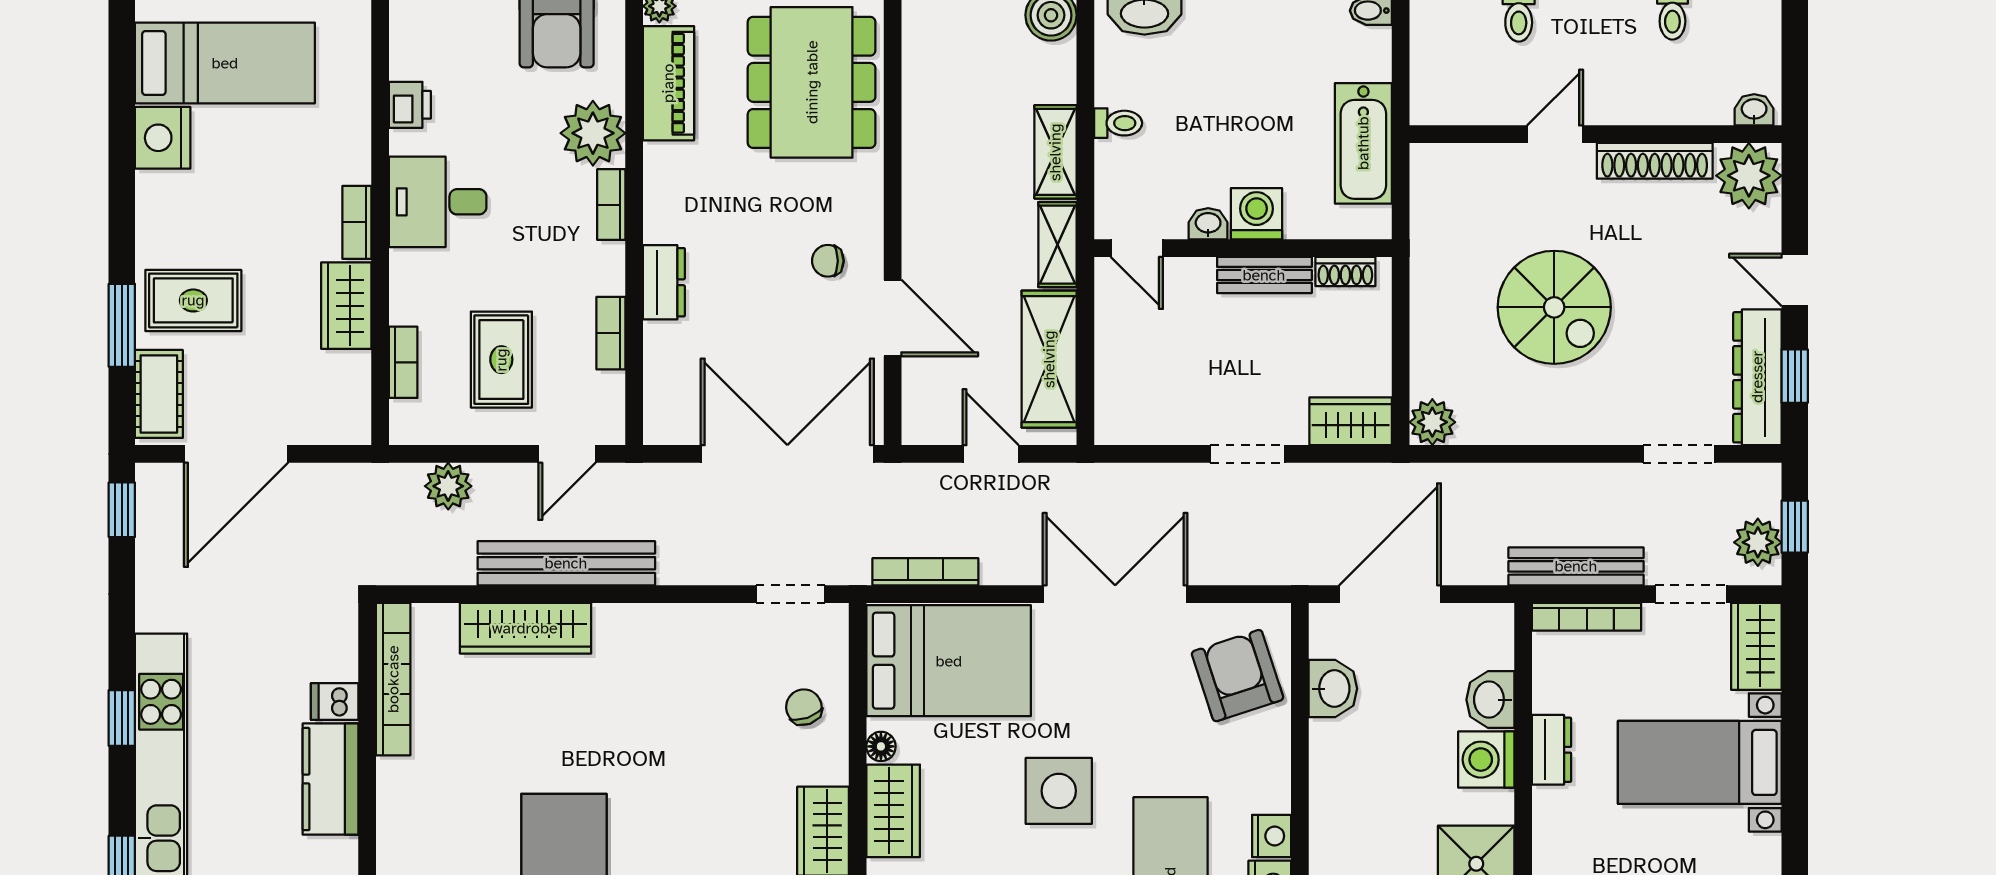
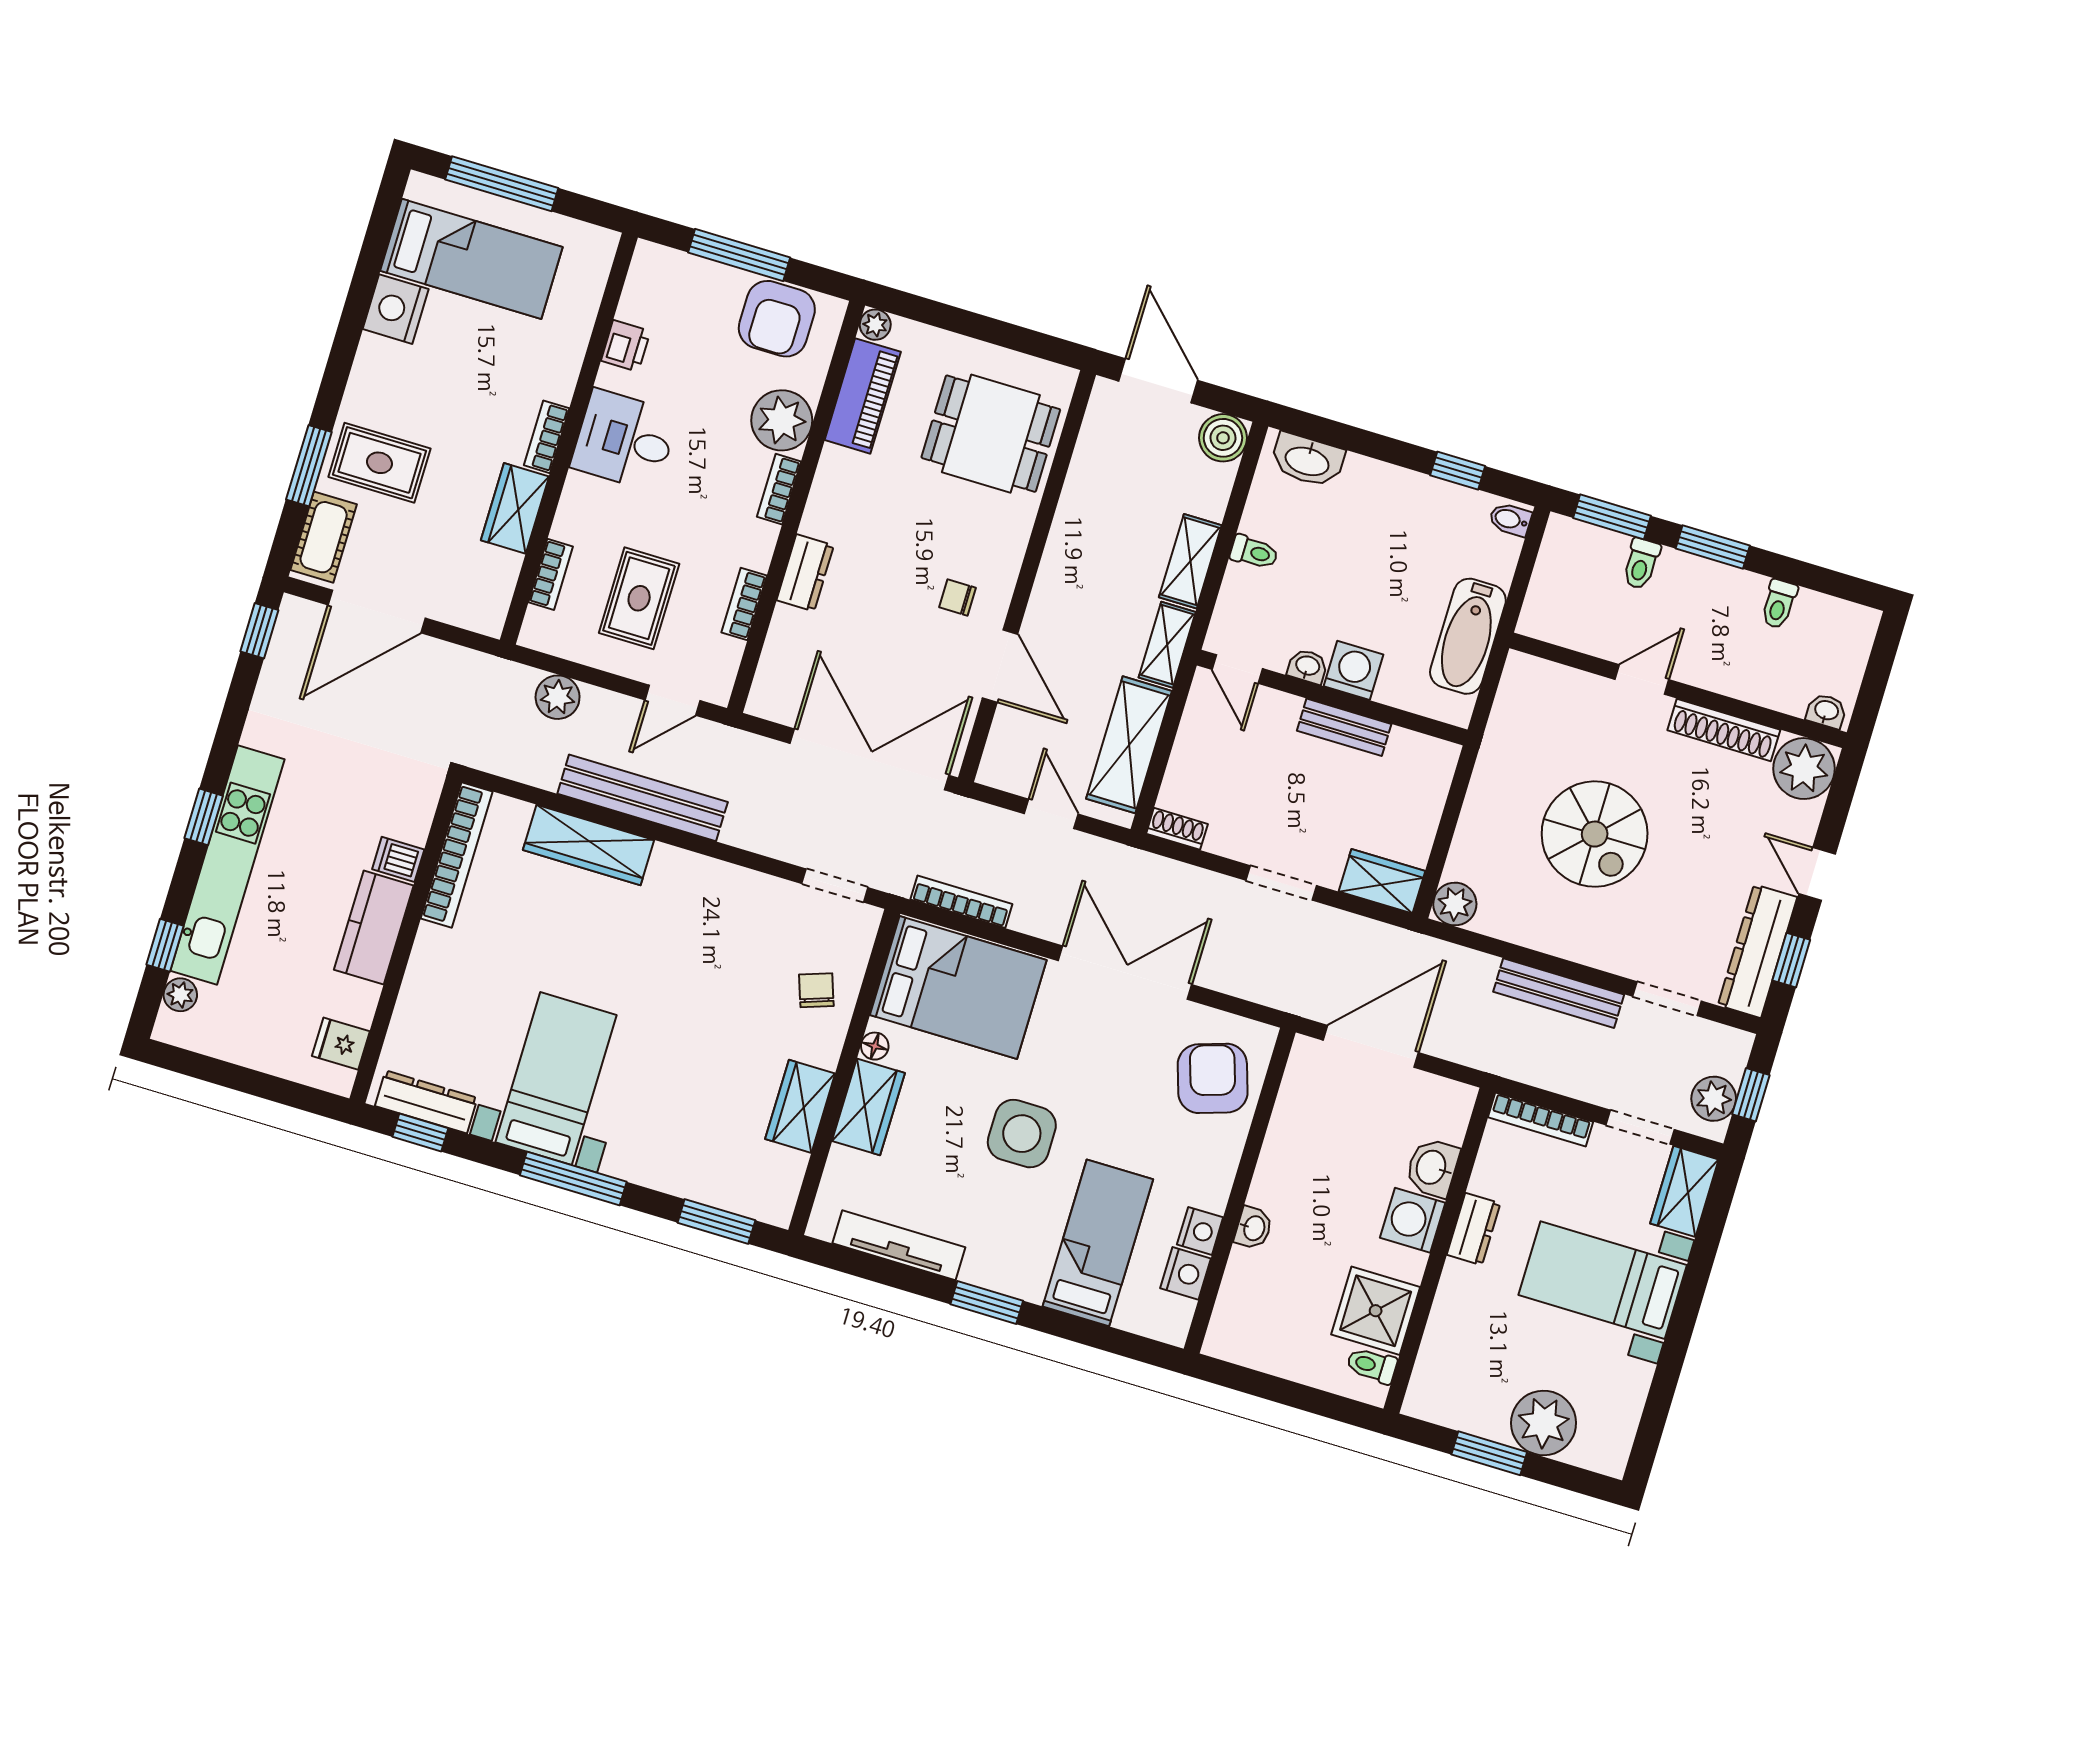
dining table: (812, 82) -> (991, 434), width x0.73
shoe rack: (1345, 271) -> (1177, 829), moved, turned 180
bench: (1576, 566) -> (1559, 993), moved
washbasin: (1333, 689) -> (1253, 1228), moved, width x0.72, depth x0.69

